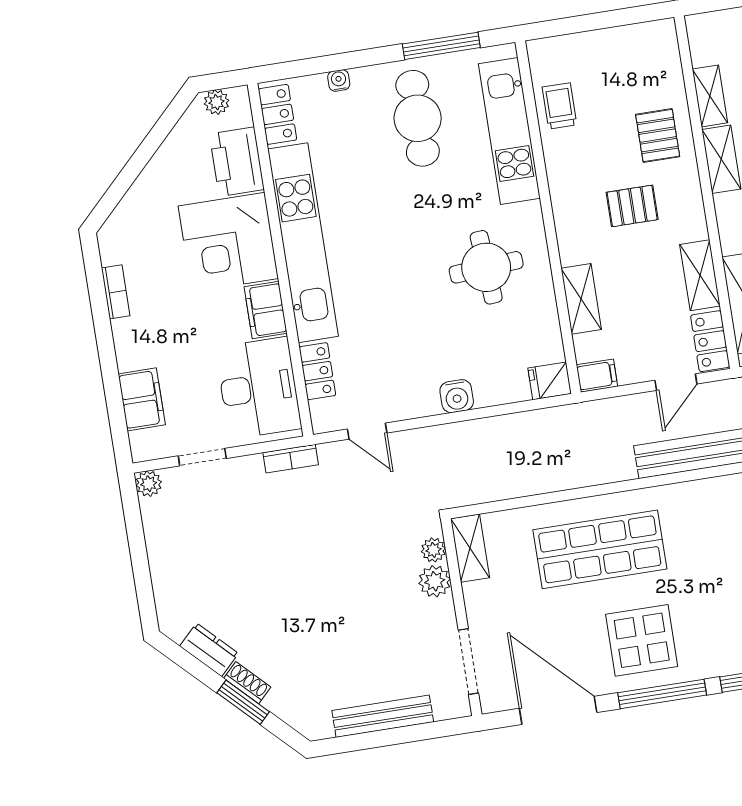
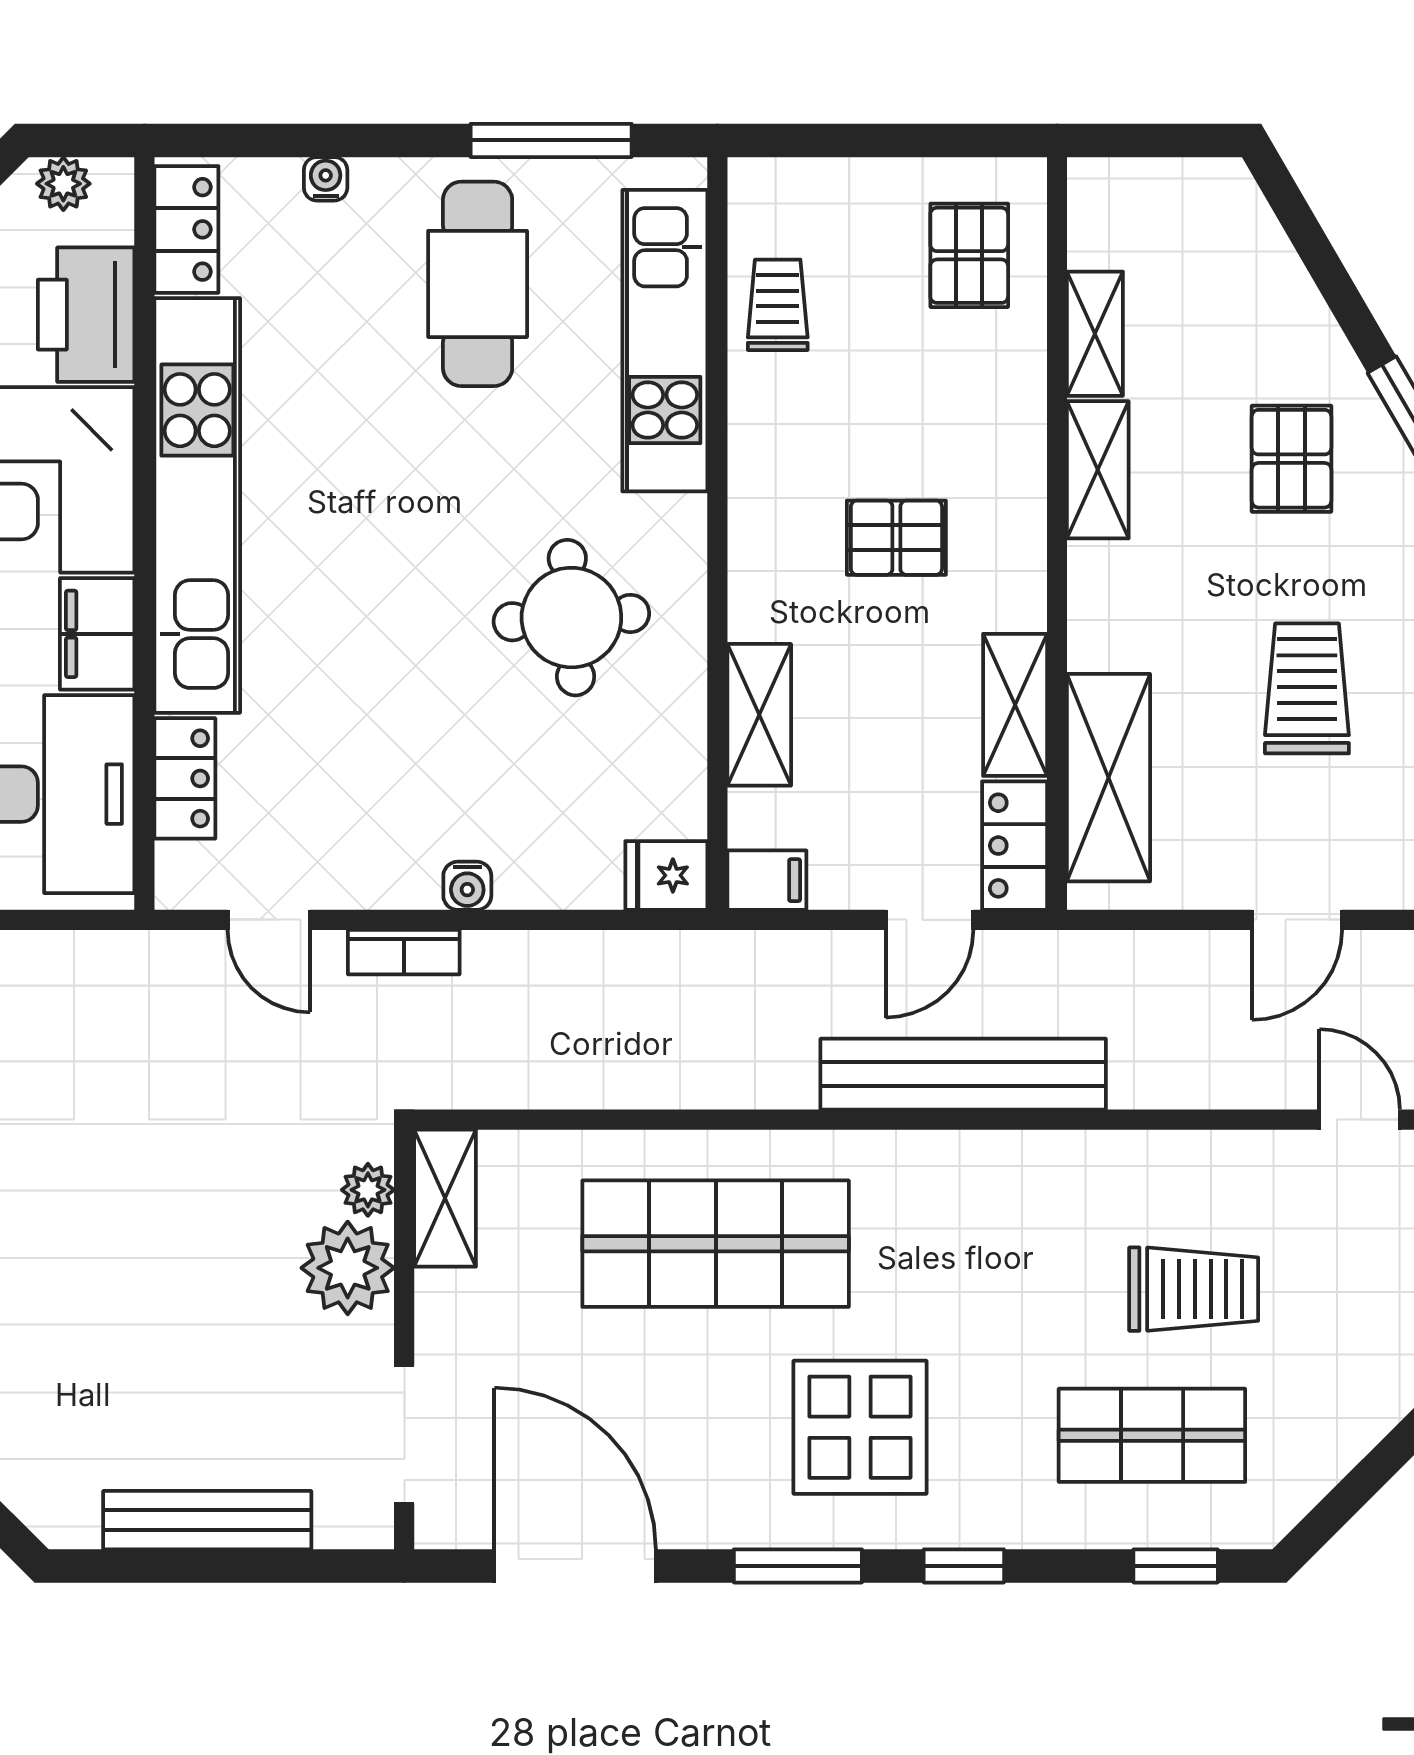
pallet: (658, 136) -> (969, 255), moved
water cooler: (457, 396) -> (467, 886), width x0.72, depth x0.72
bookcase: (291, 459) -> (404, 952), moved
plant: (435, 581) -> (348, 1268), width x1.36, depth x1.36
display table: (642, 640) -> (860, 1427), moved
window: (662, 694) -> (798, 1566), width x0.69

